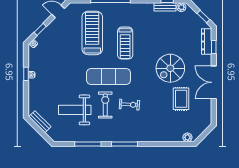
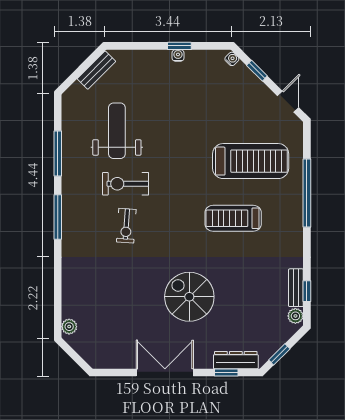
exercise mat: (109, 76) -> (175, 189), removed
rug: (181, 99) -> (136, 316), removed
exercise bike: (105, 105) -> (125, 184), turned 180

